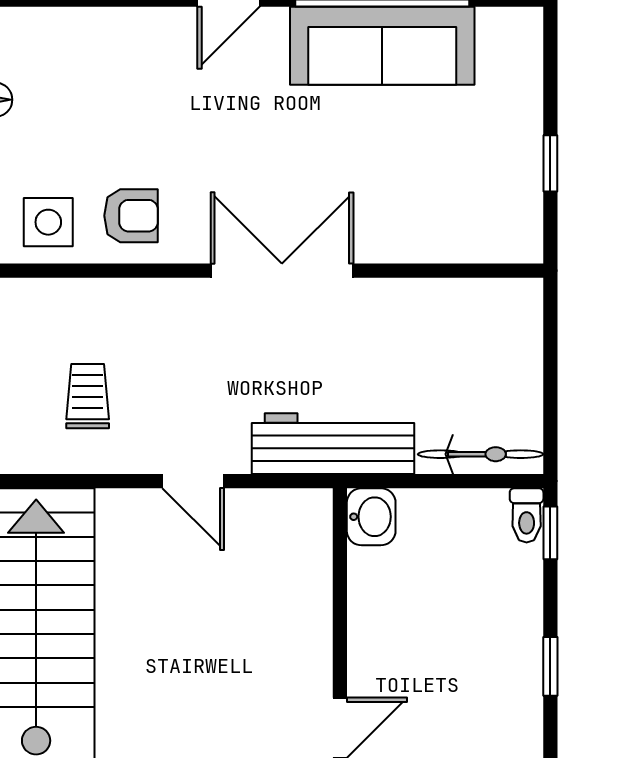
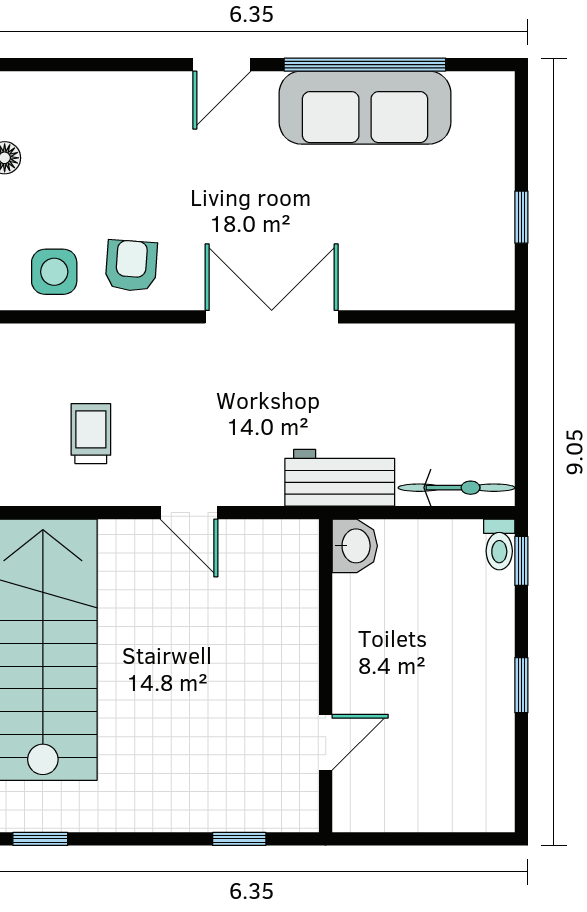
armchair: (131, 216) -> (131, 266), turned -86
workbench: (333, 444) -> (340, 478), width x0.73

